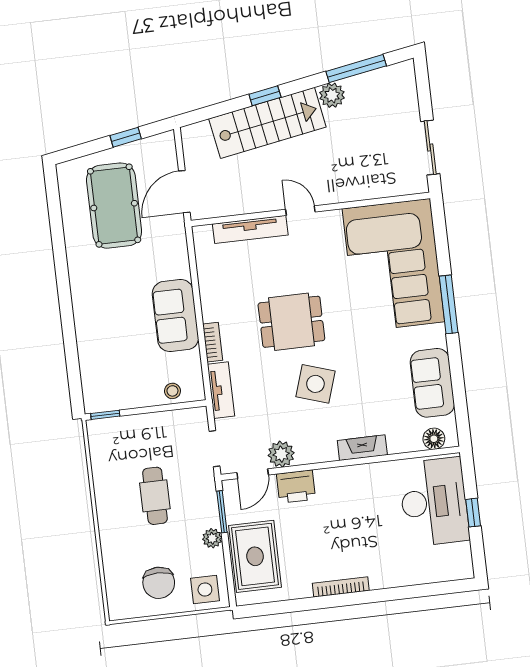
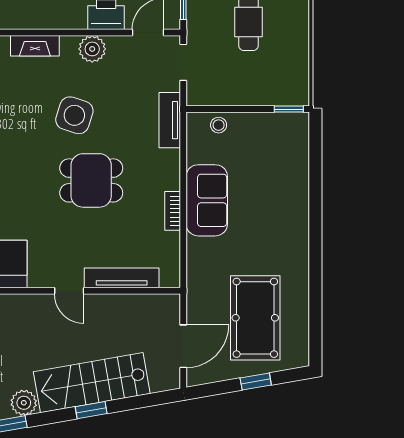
window: (126, 137) -> (256, 382), moved
door: (184, 192) -> (183, 346), moved
bookcase: (213, 342) -> (173, 211), moved
plant: (281, 454) -> (92, 49), moved

